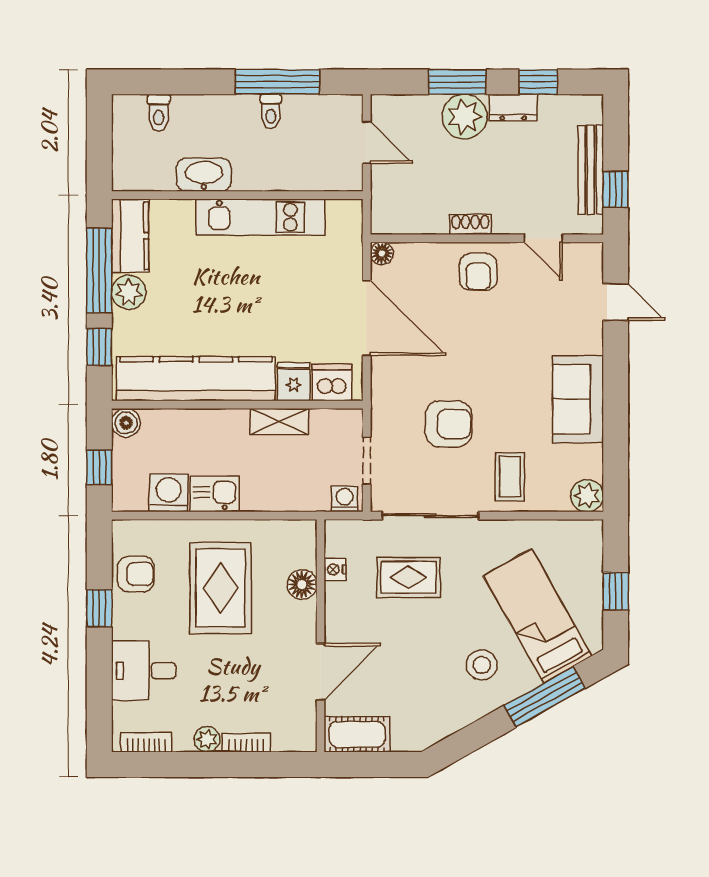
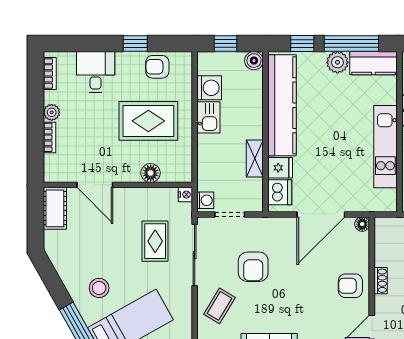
coffee table: (510, 477) -> (219, 306), turned -59
nightstand: (335, 569) -> (185, 195), moved, turned 90
armchair: (136, 574) -> (157, 67), turned 90

